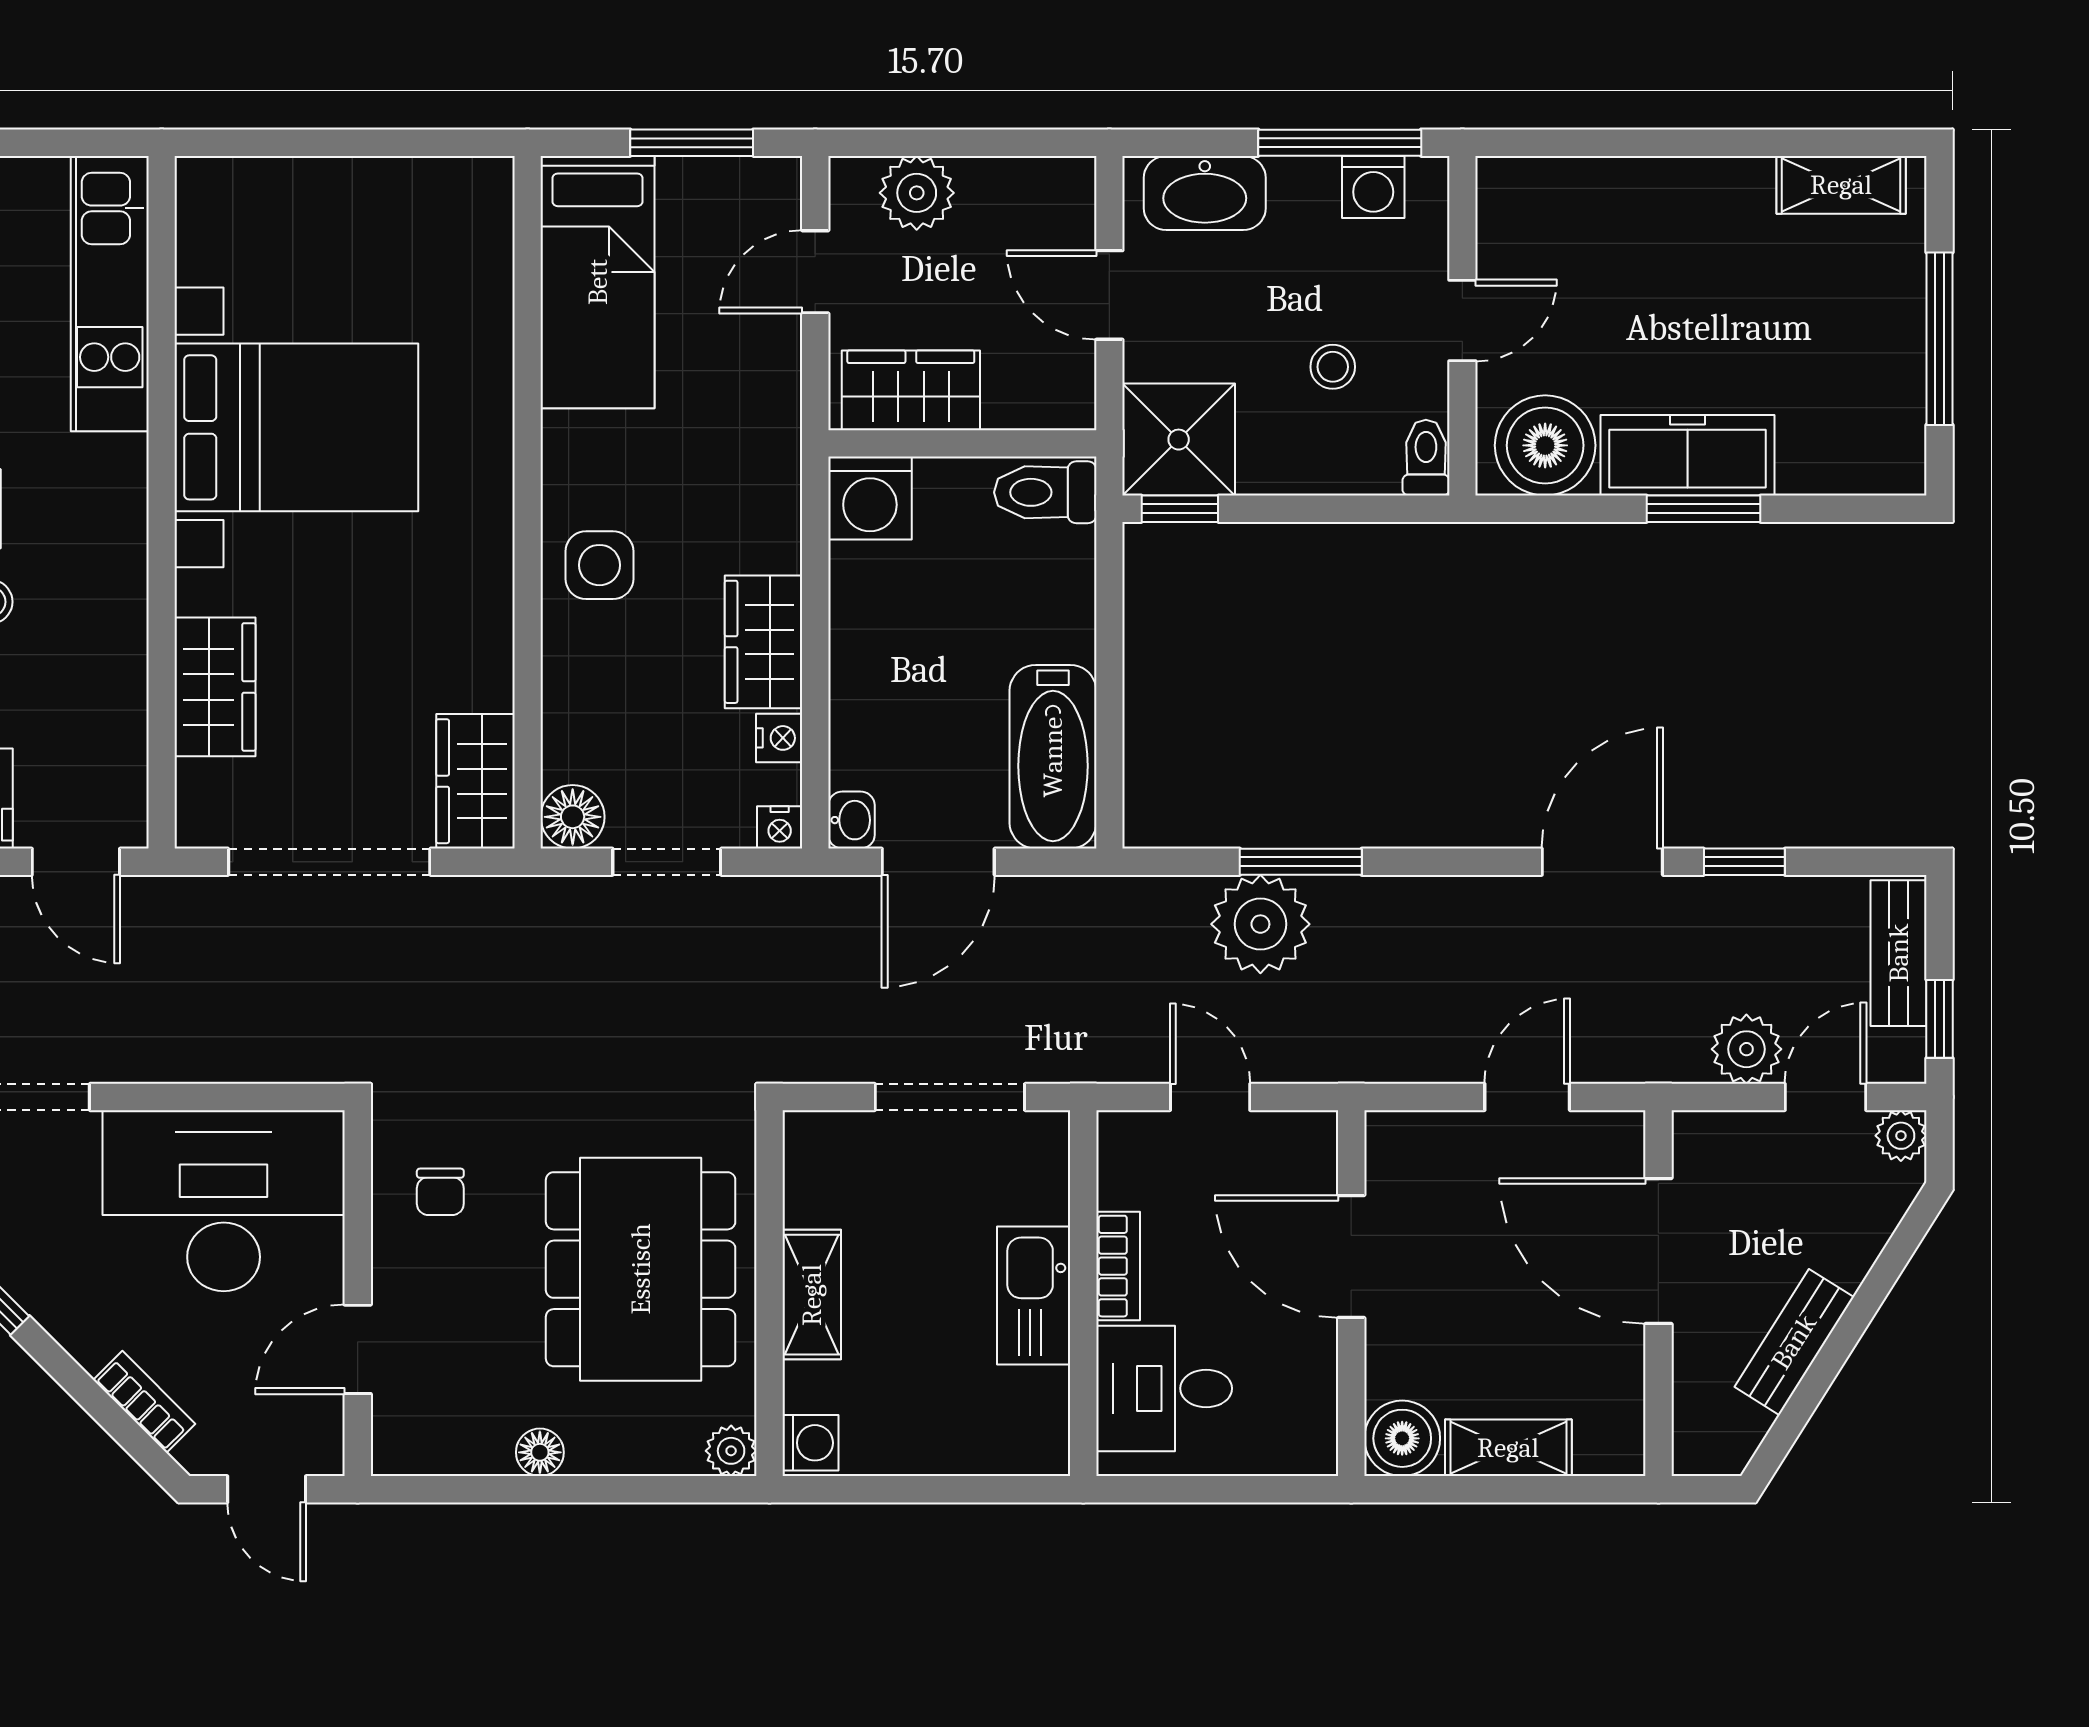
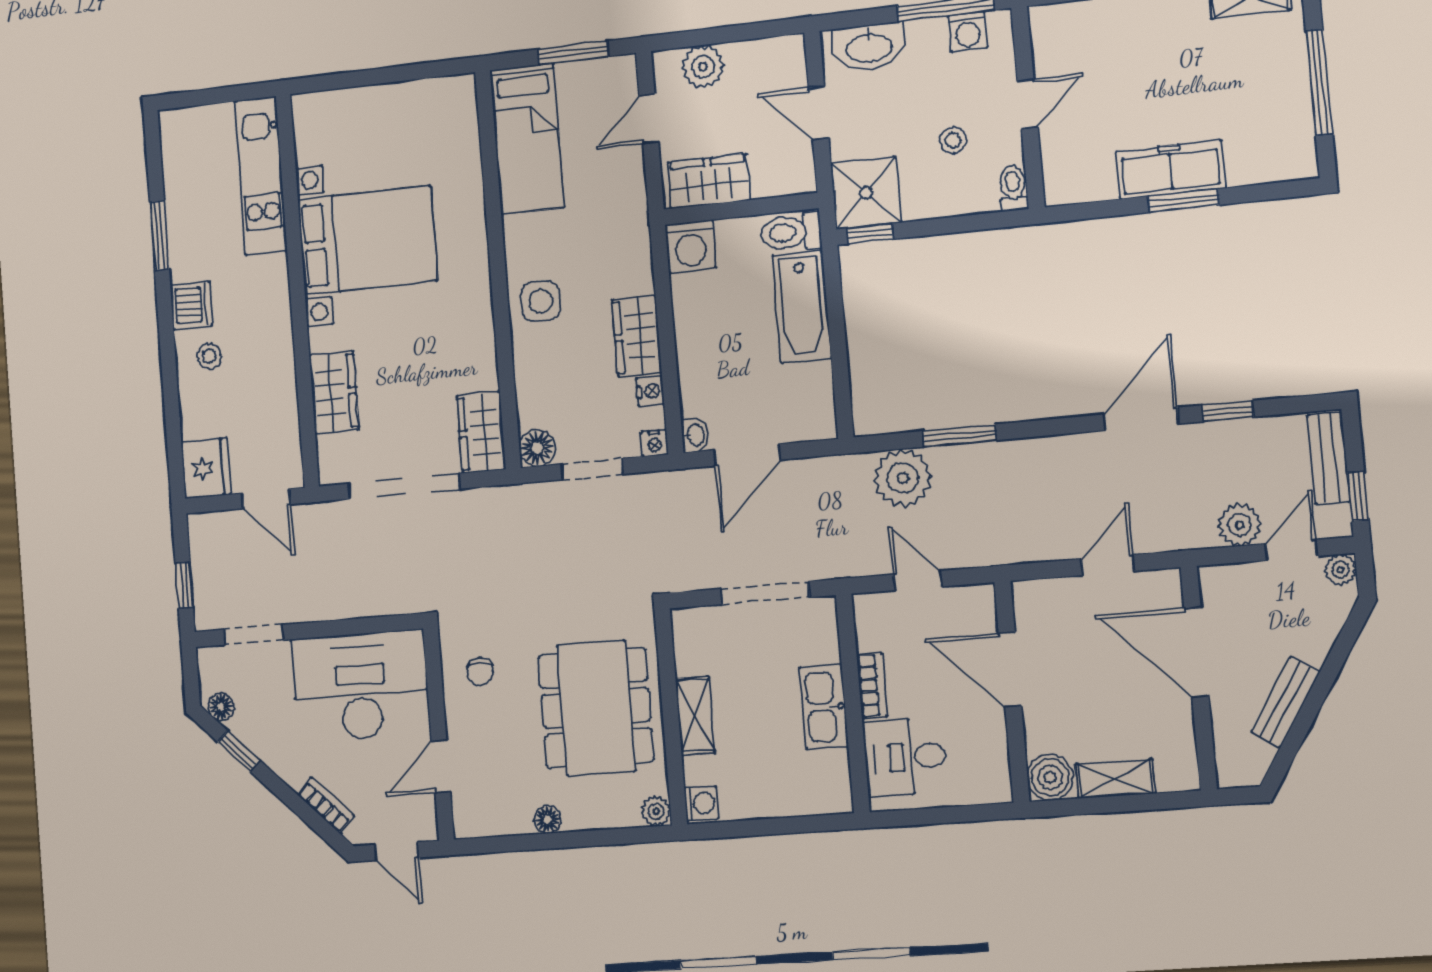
boiler: (1545, 445) -> (1084, 173), removed
bathtub: (1053, 757) -> (802, 307), moved
plant: (1260, 924) -> (903, 478), moved

